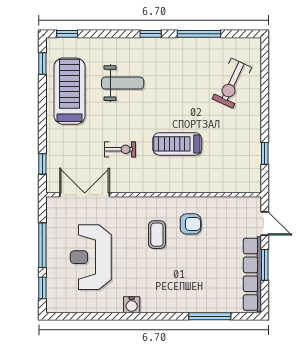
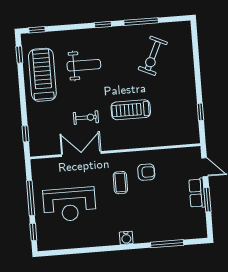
exercise bike: (232, 83) -> (153, 56), moved
double door: (85, 195) -> (81, 154), moved
reception desk: (91, 257) -> (70, 204), turned -90
row of seats: (252, 274) -> (197, 193), width x0.50
water cooler: (132, 305) -> (126, 238), moved

